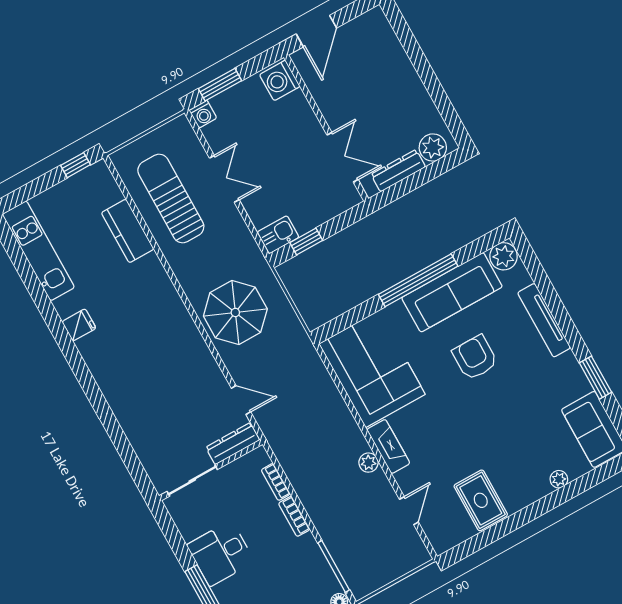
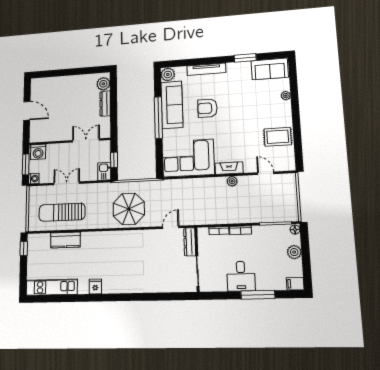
washing machine: (280, 80) -> (38, 152), moved
wall: (326, 128) -> (69, 141), moved
double door: (342, 157) -> (86, 140), moved

